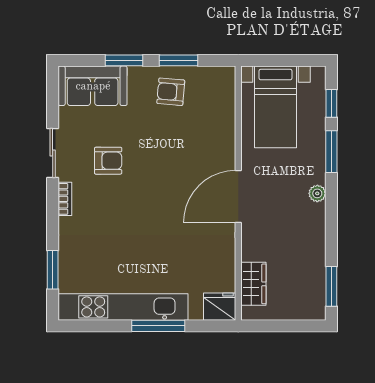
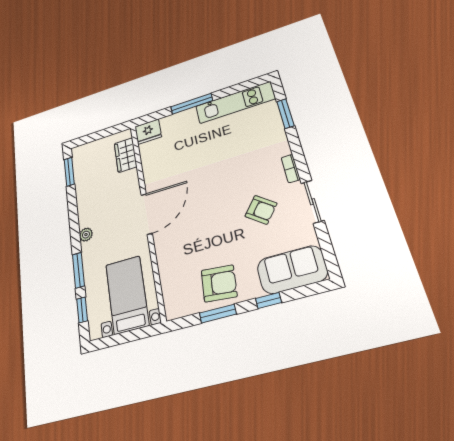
window: (124, 60) -> (269, 301), width x0.67
armchair: (171, 92) -> (219, 283), width x1.38, depth x1.38
armchair: (108, 161) -> (261, 210), turned -142
kitchen unit: (123, 307) -> (235, 103), width x0.73

